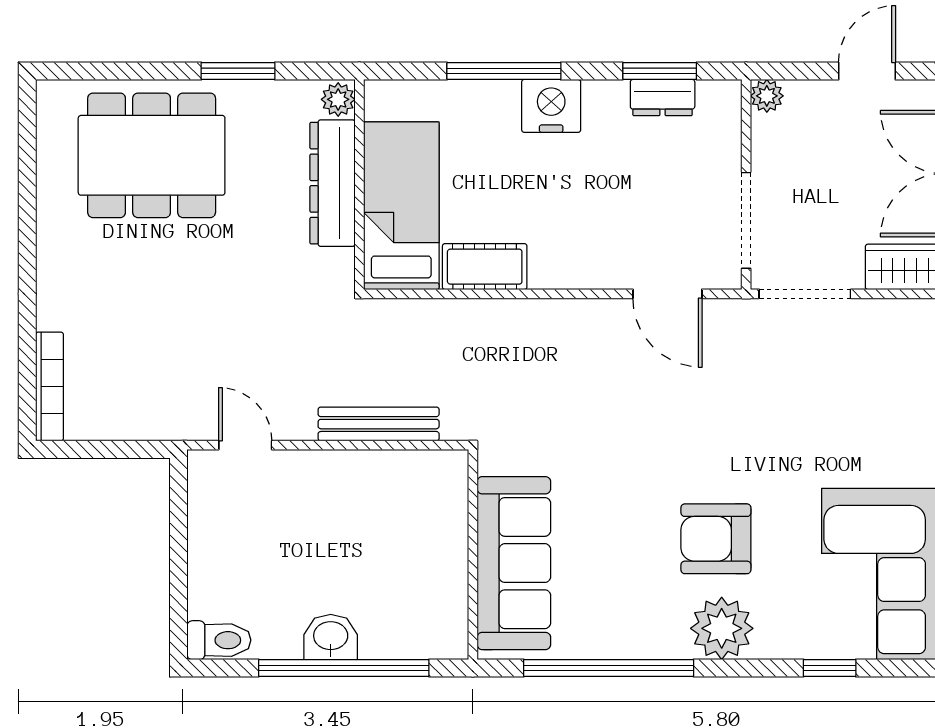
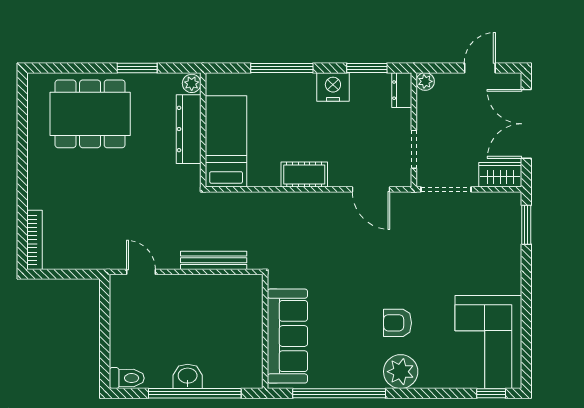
dresser: (663, 98) -> (402, 90), moved, turned 90
nightstand: (551, 106) -> (333, 87), moved
doorway: (746, 220) -> (414, 149), width x0.73
cot: (485, 267) -> (304, 175), moved
armchair: (716, 539) -> (397, 323), width x0.72, depth x0.72
window: (830, 668) -> (491, 393), moved

